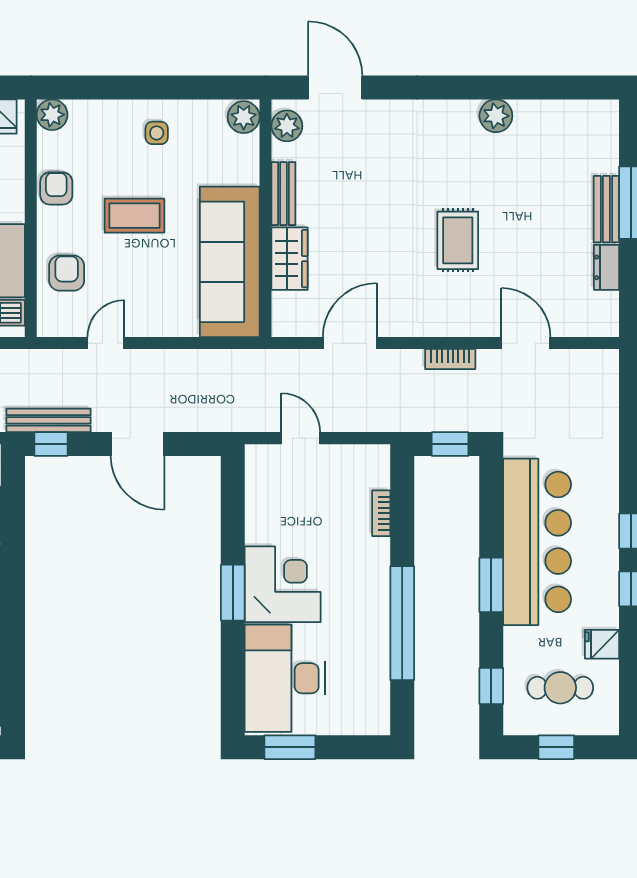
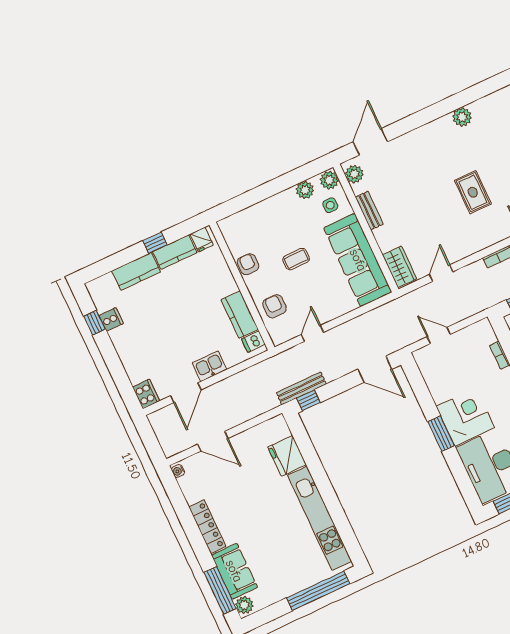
door: (335, 87) -> (370, 142), hinge flipped
plant: (52, 115) -> (305, 190), moved
side table: (157, 133) -> (330, 205), moved
coffee table: (134, 216) -> (296, 259), width x0.73, depth x0.77
wardrobe: (290, 259) -> (399, 267), moved
door: (350, 343) -> (441, 273), width x0.73
door: (138, 444) -> (375, 369), moved

